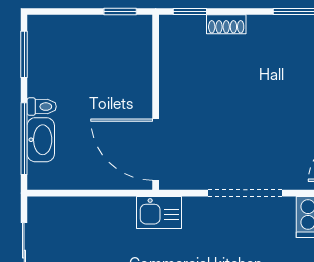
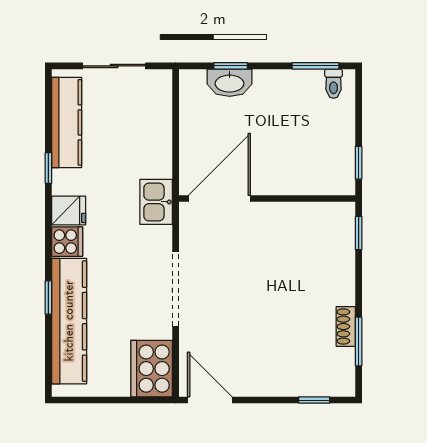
shoe rack: (226, 24) -> (346, 326), moved
toilet: (42, 107) -> (334, 84), moved
window: (24, 139) -> (231, 66), width x0.46

